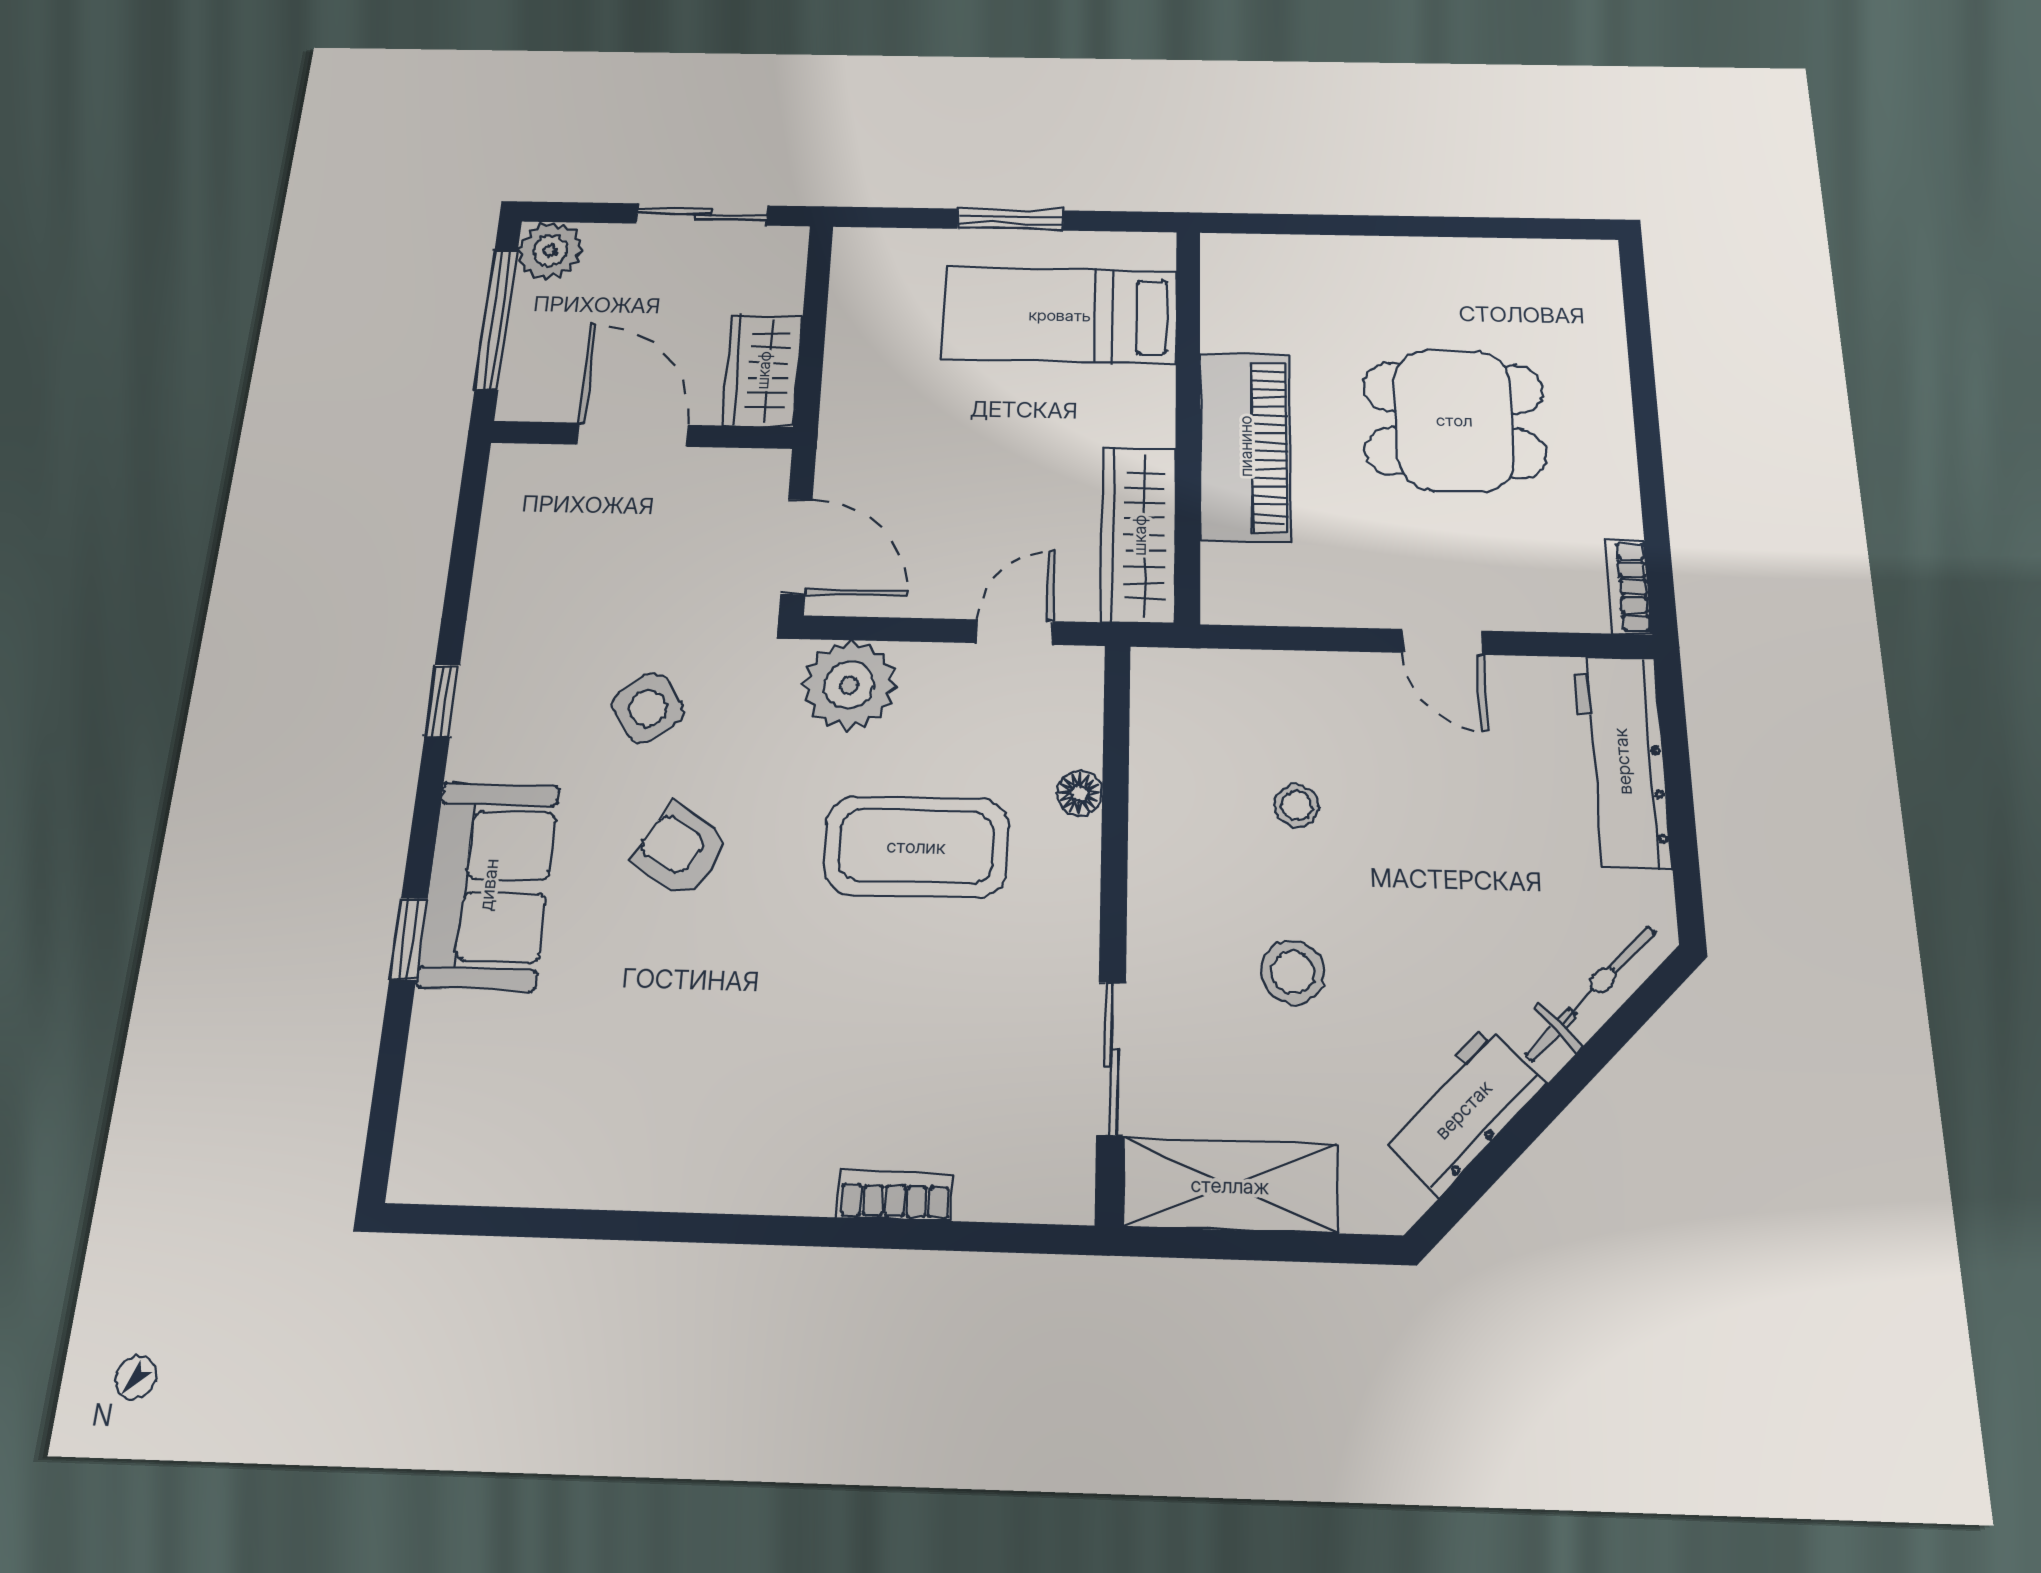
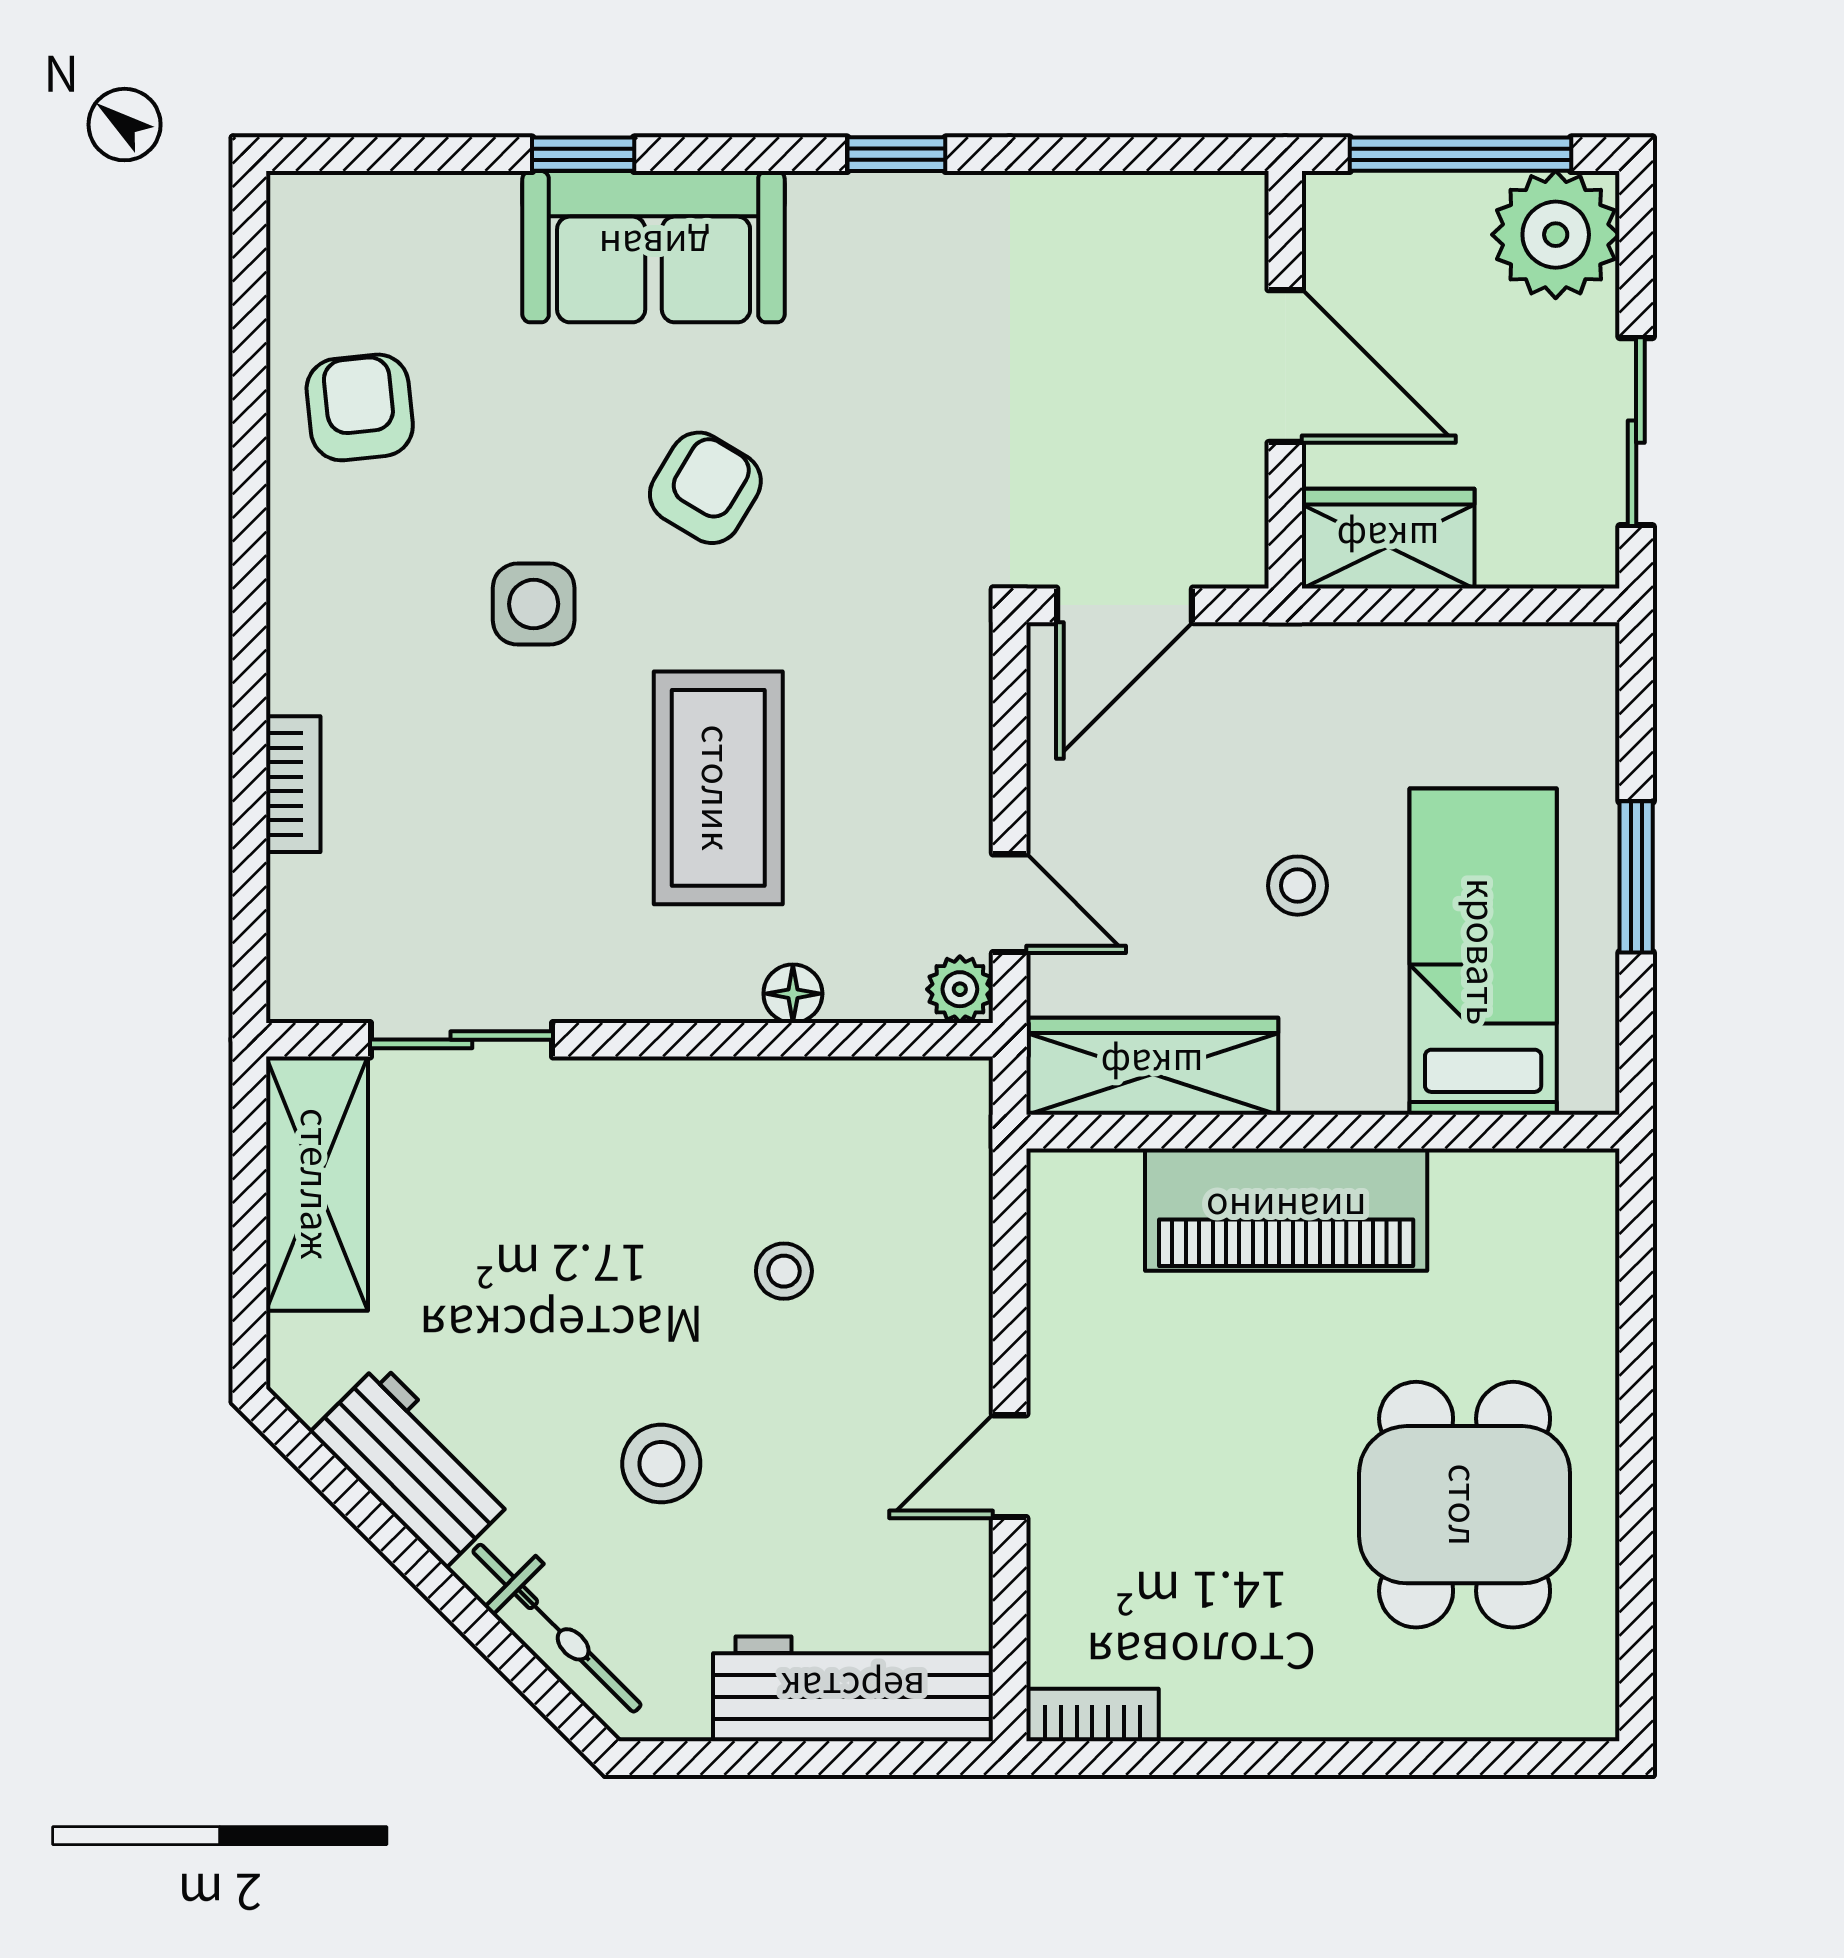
plant: (550, 251) -> (1556, 235), width x1.36, depth x1.36
dining table: (1454, 420) -> (1465, 1505), moved
stool: (1009, 434) -> (1297, 886), added
door: (633, 435) -> (1285, 366), hinge flipped
plant: (849, 685) -> (960, 989), moved, width x0.53, depth x0.53
side table: (648, 708) -> (534, 604), moved, turned 36
stool: (1293, 972) -> (661, 1464), moved
armchair: (589, 1128) -> (360, 407), added

